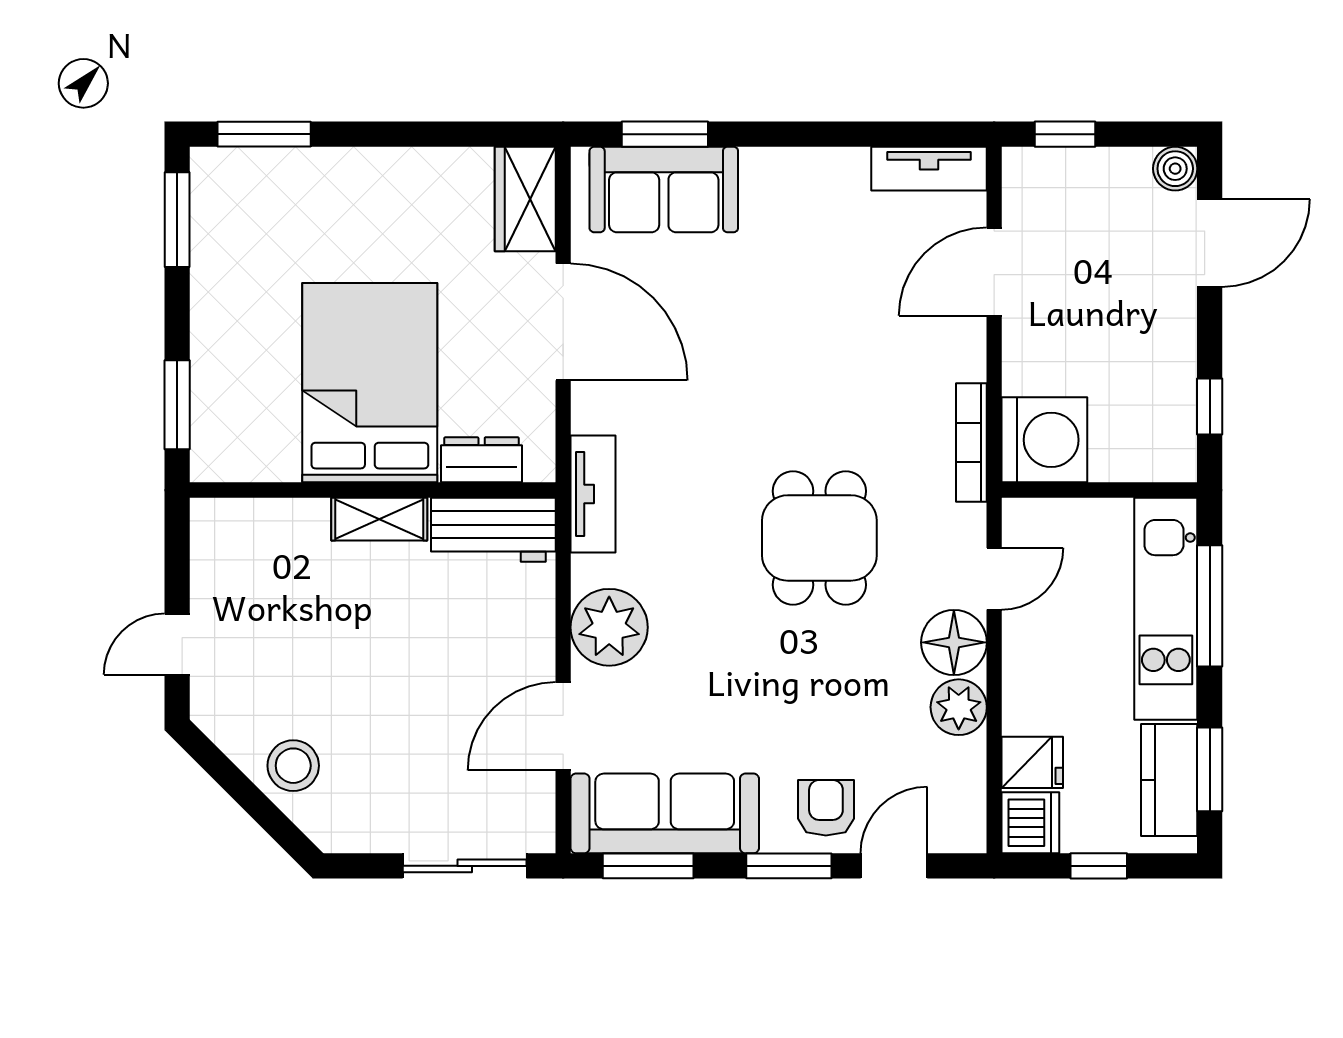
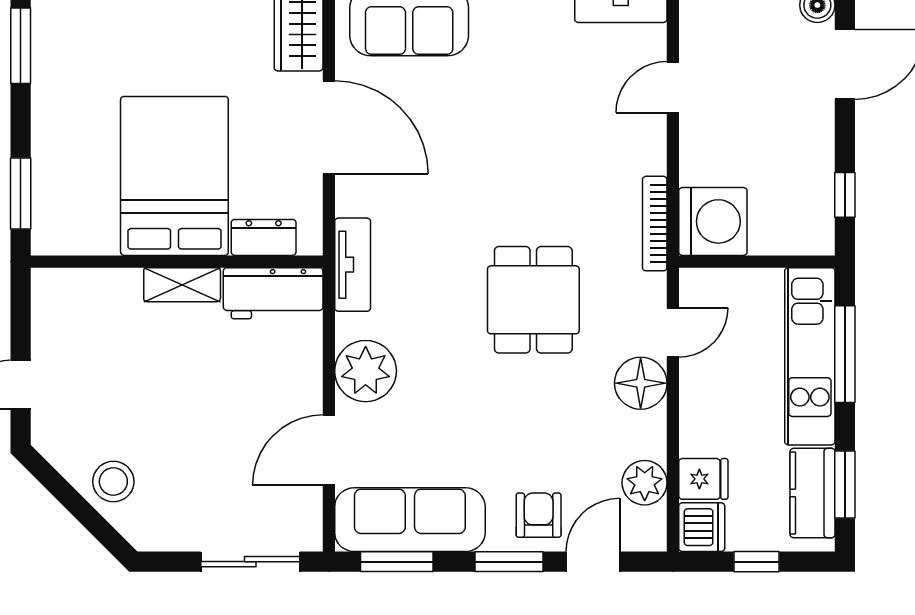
door: (994, 272) -> (673, 87), width x0.73
plant: (959, 707) -> (645, 483), moved

